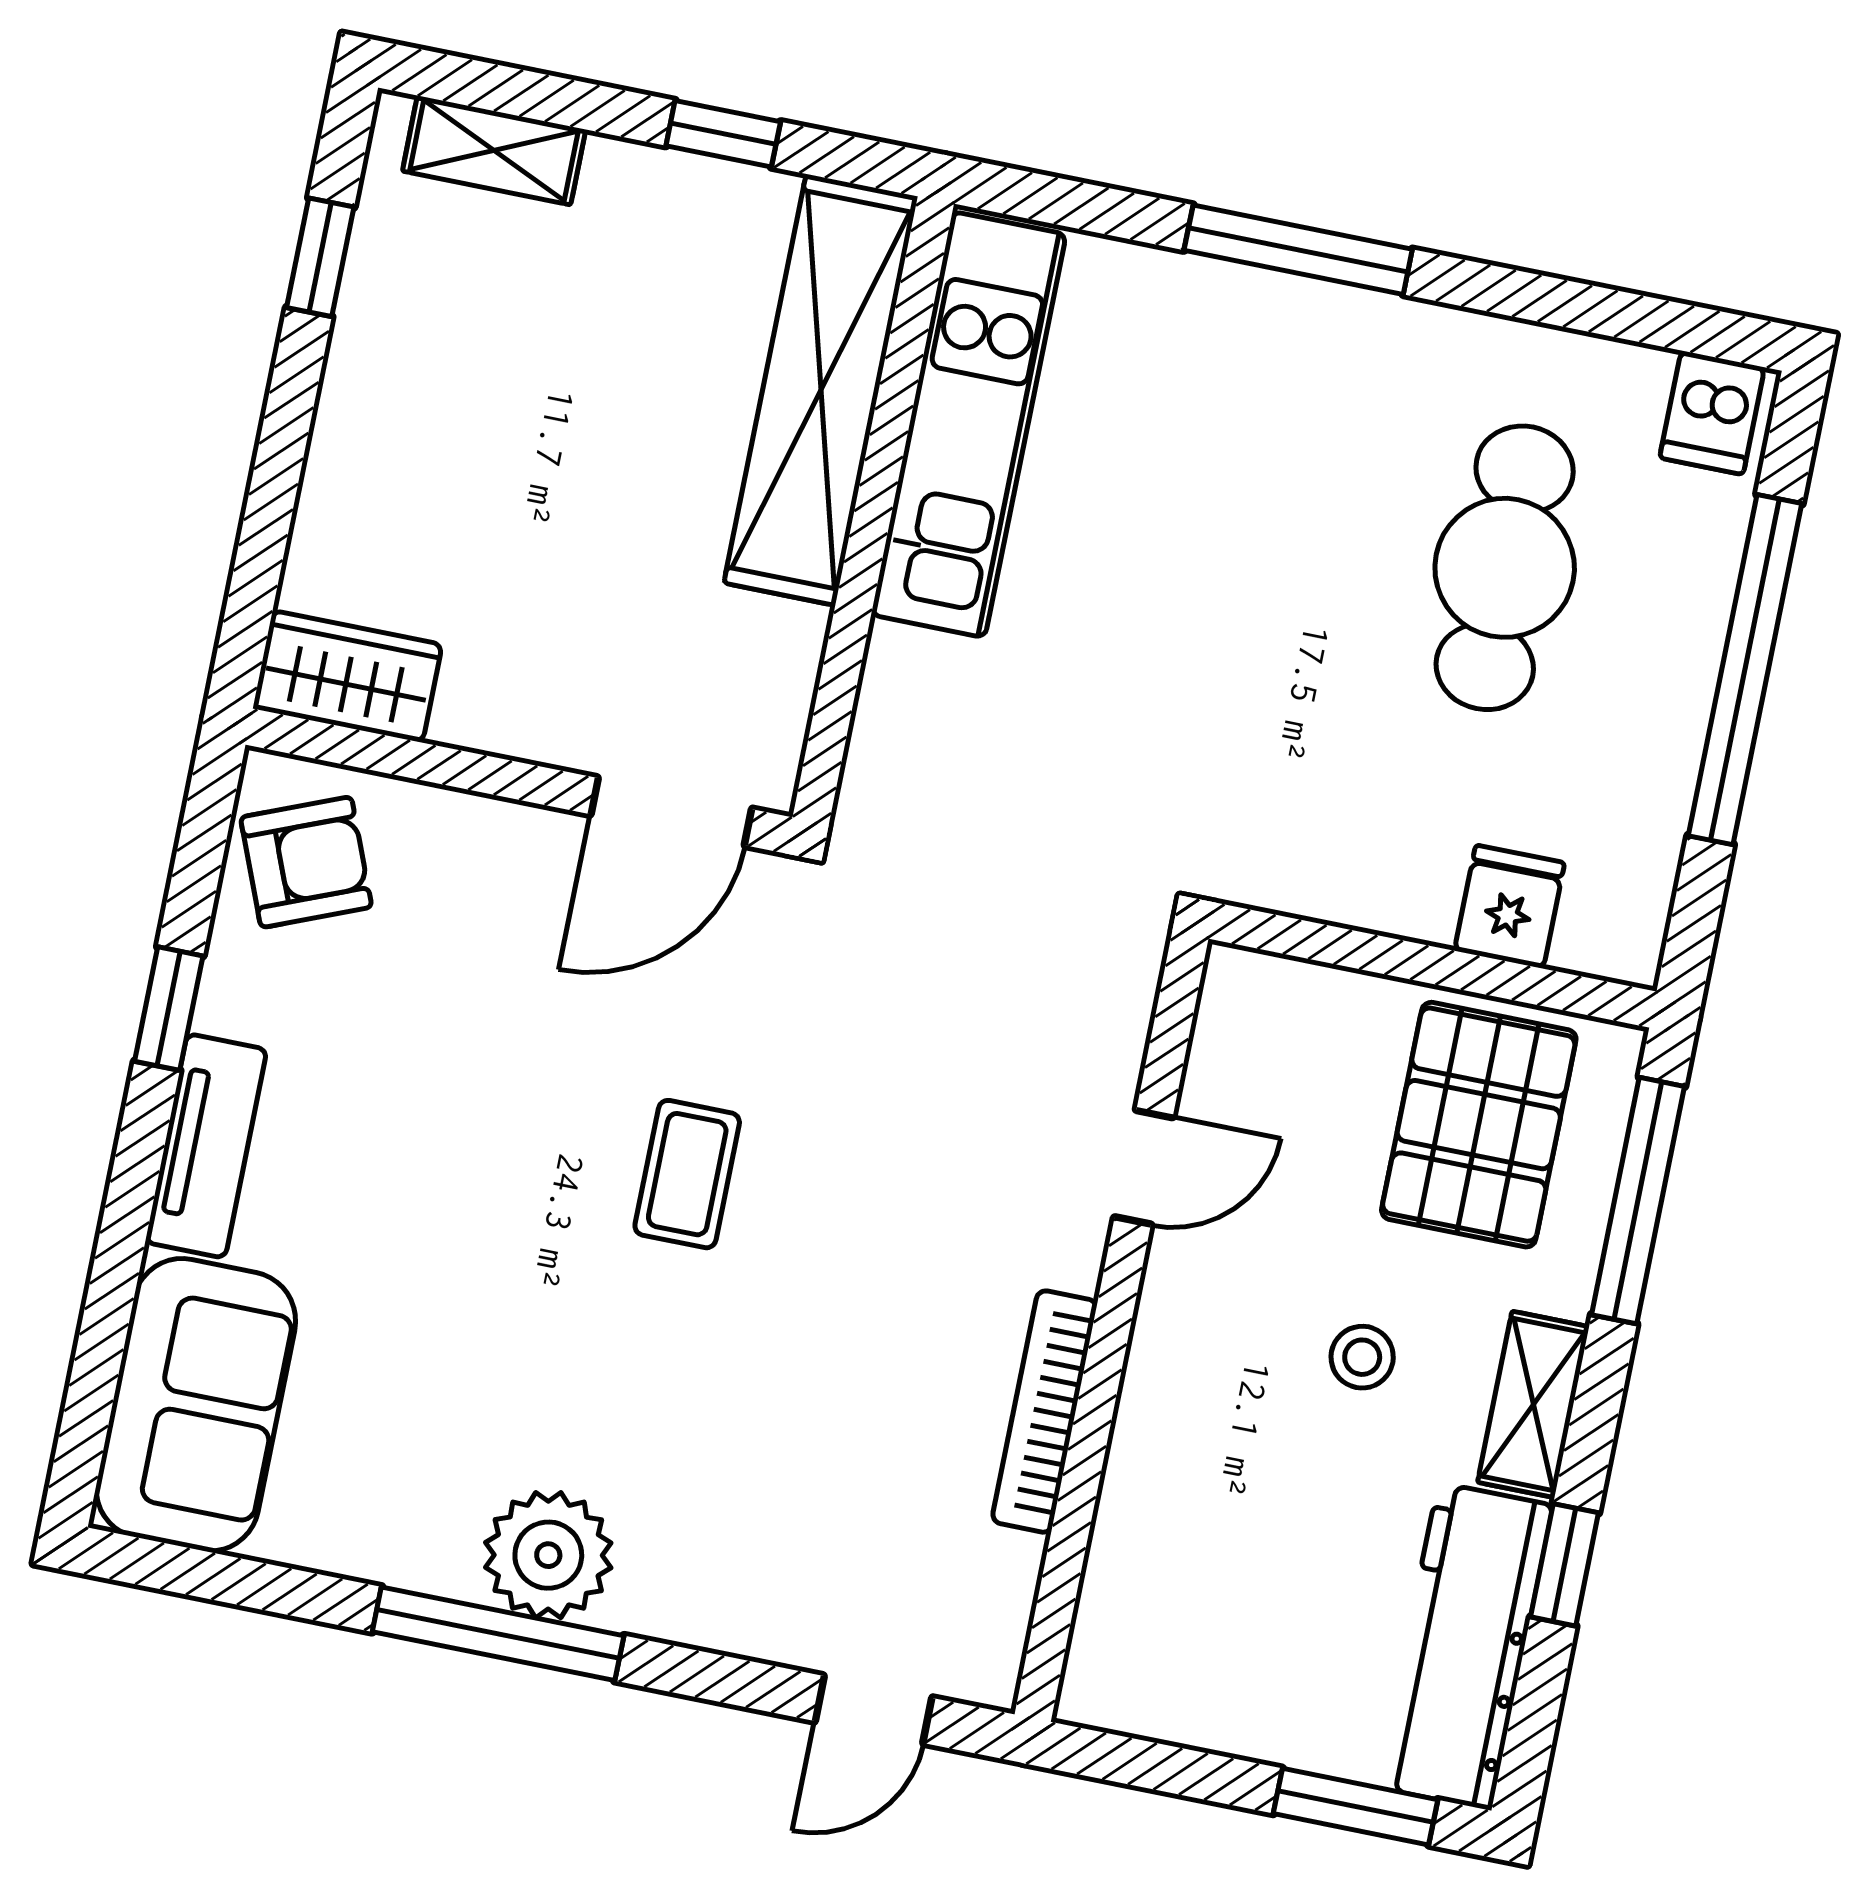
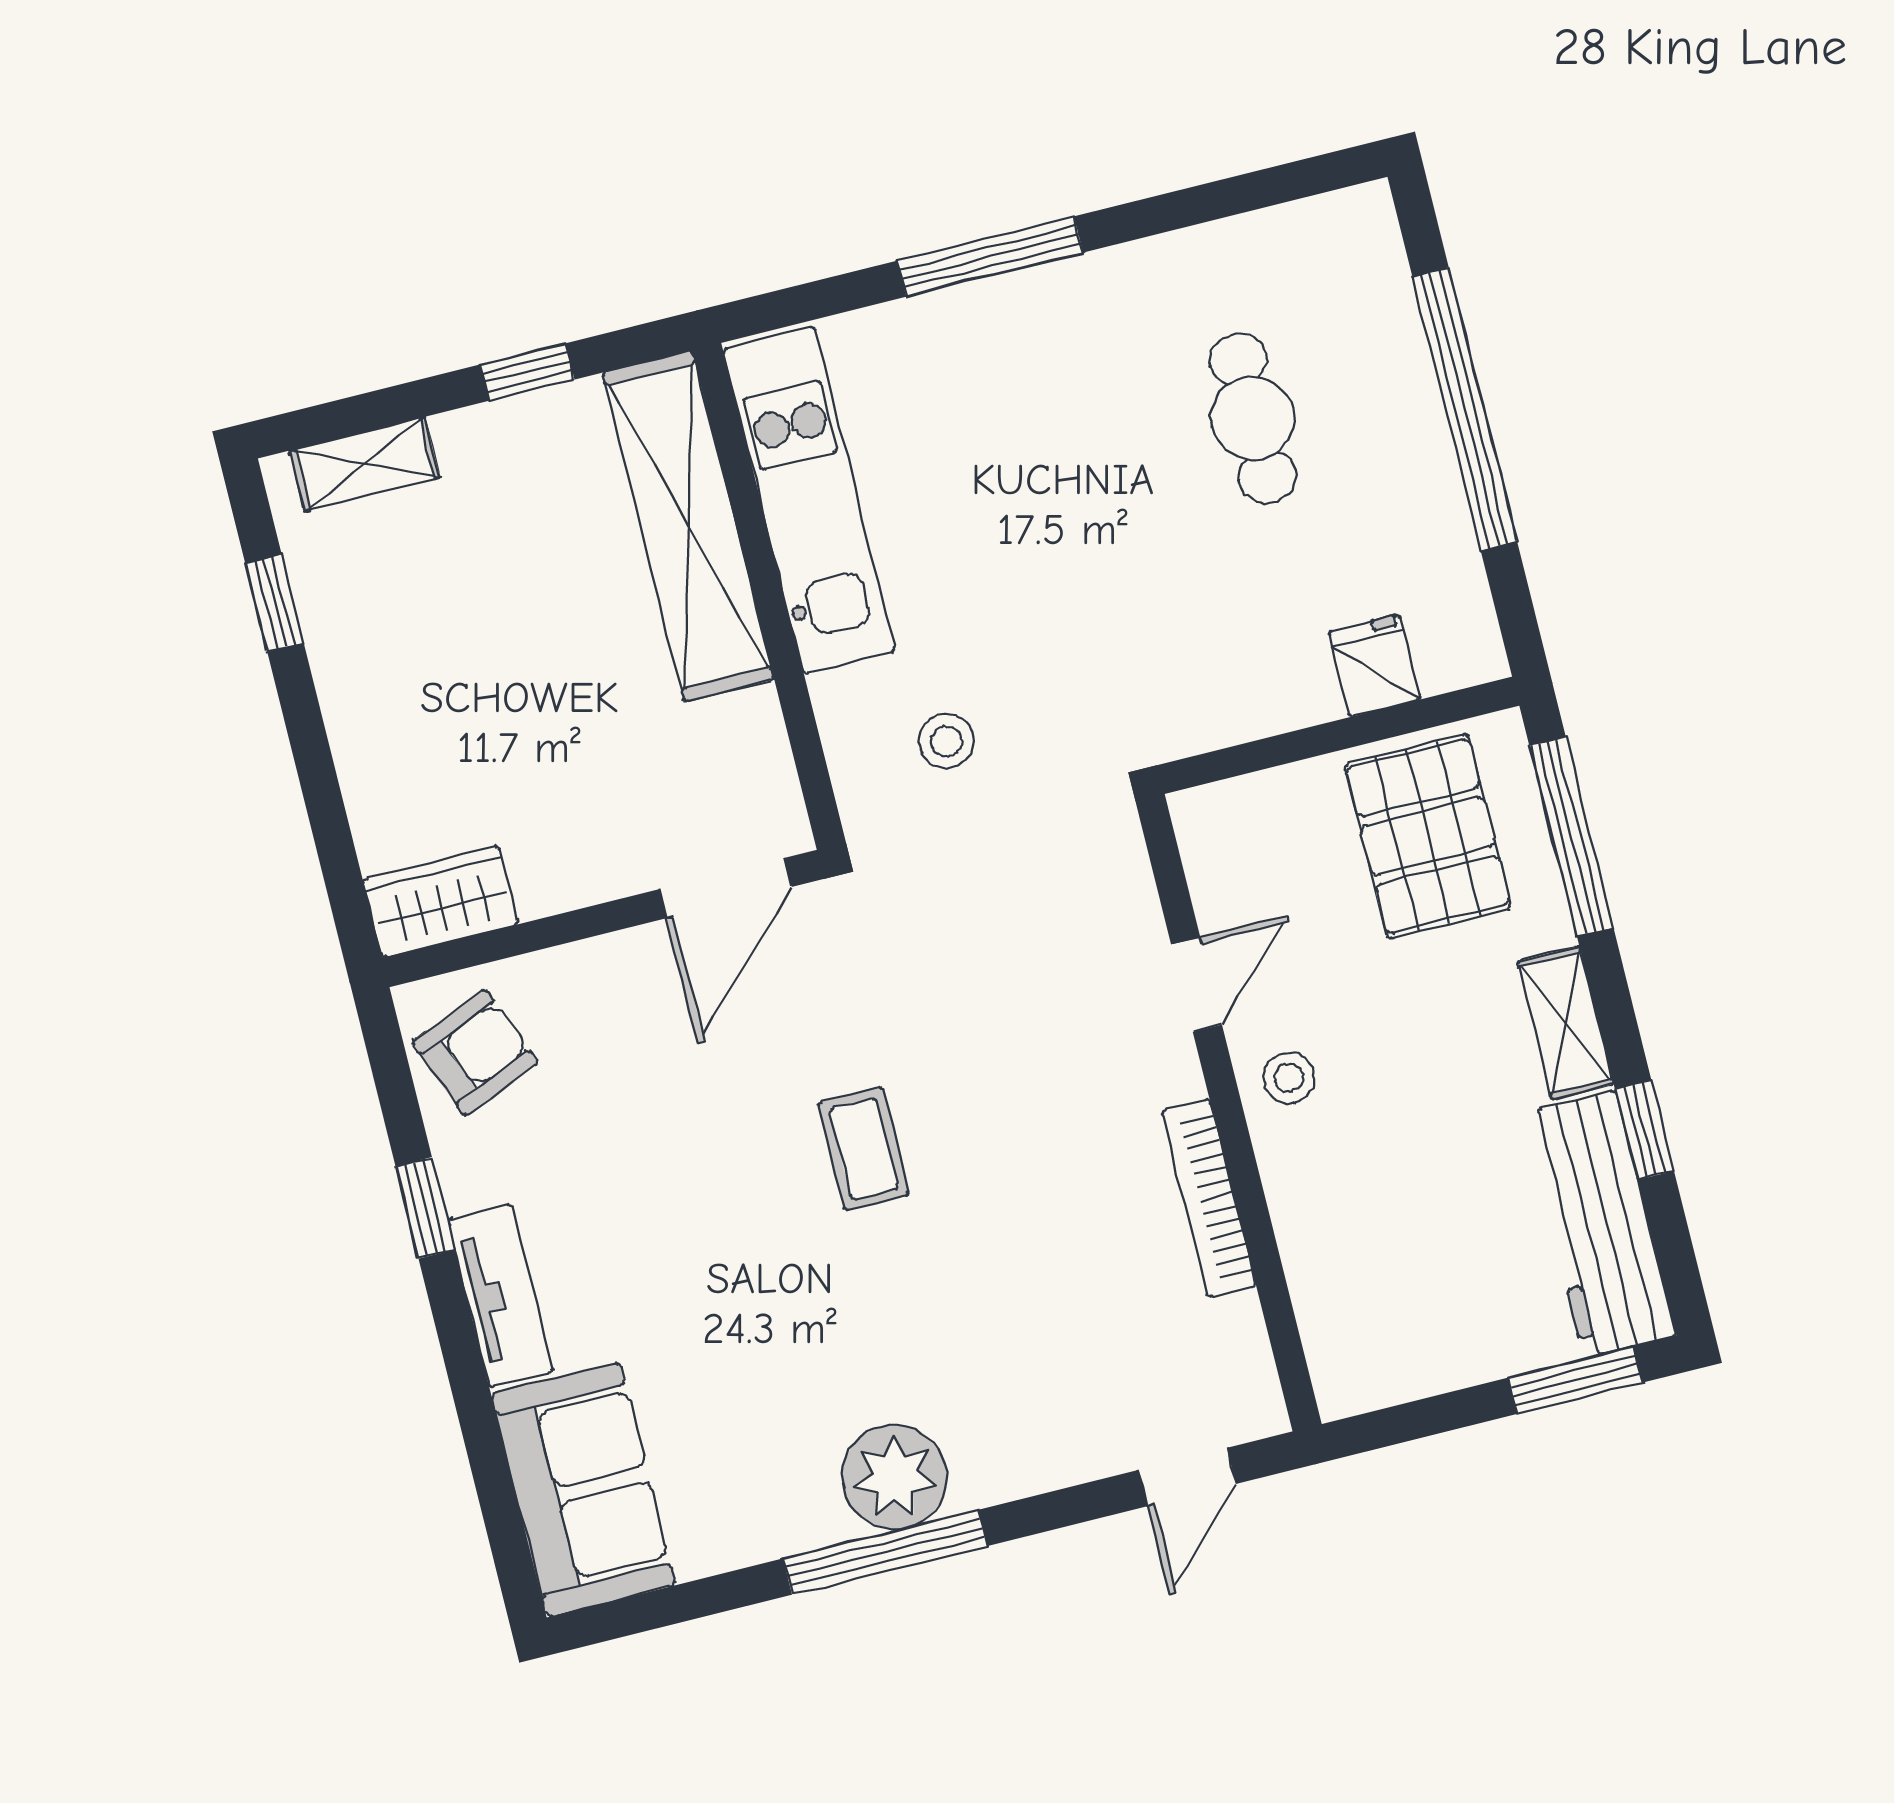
dishwasher: (1712, 413) -> (1351, 232), removed
cafe table: (1505, 568) -> (1253, 418), width x0.73, depth x0.74
stool: (994, 765) -> (946, 741), added
stool: (1362, 1357) -> (1289, 1078), moved

